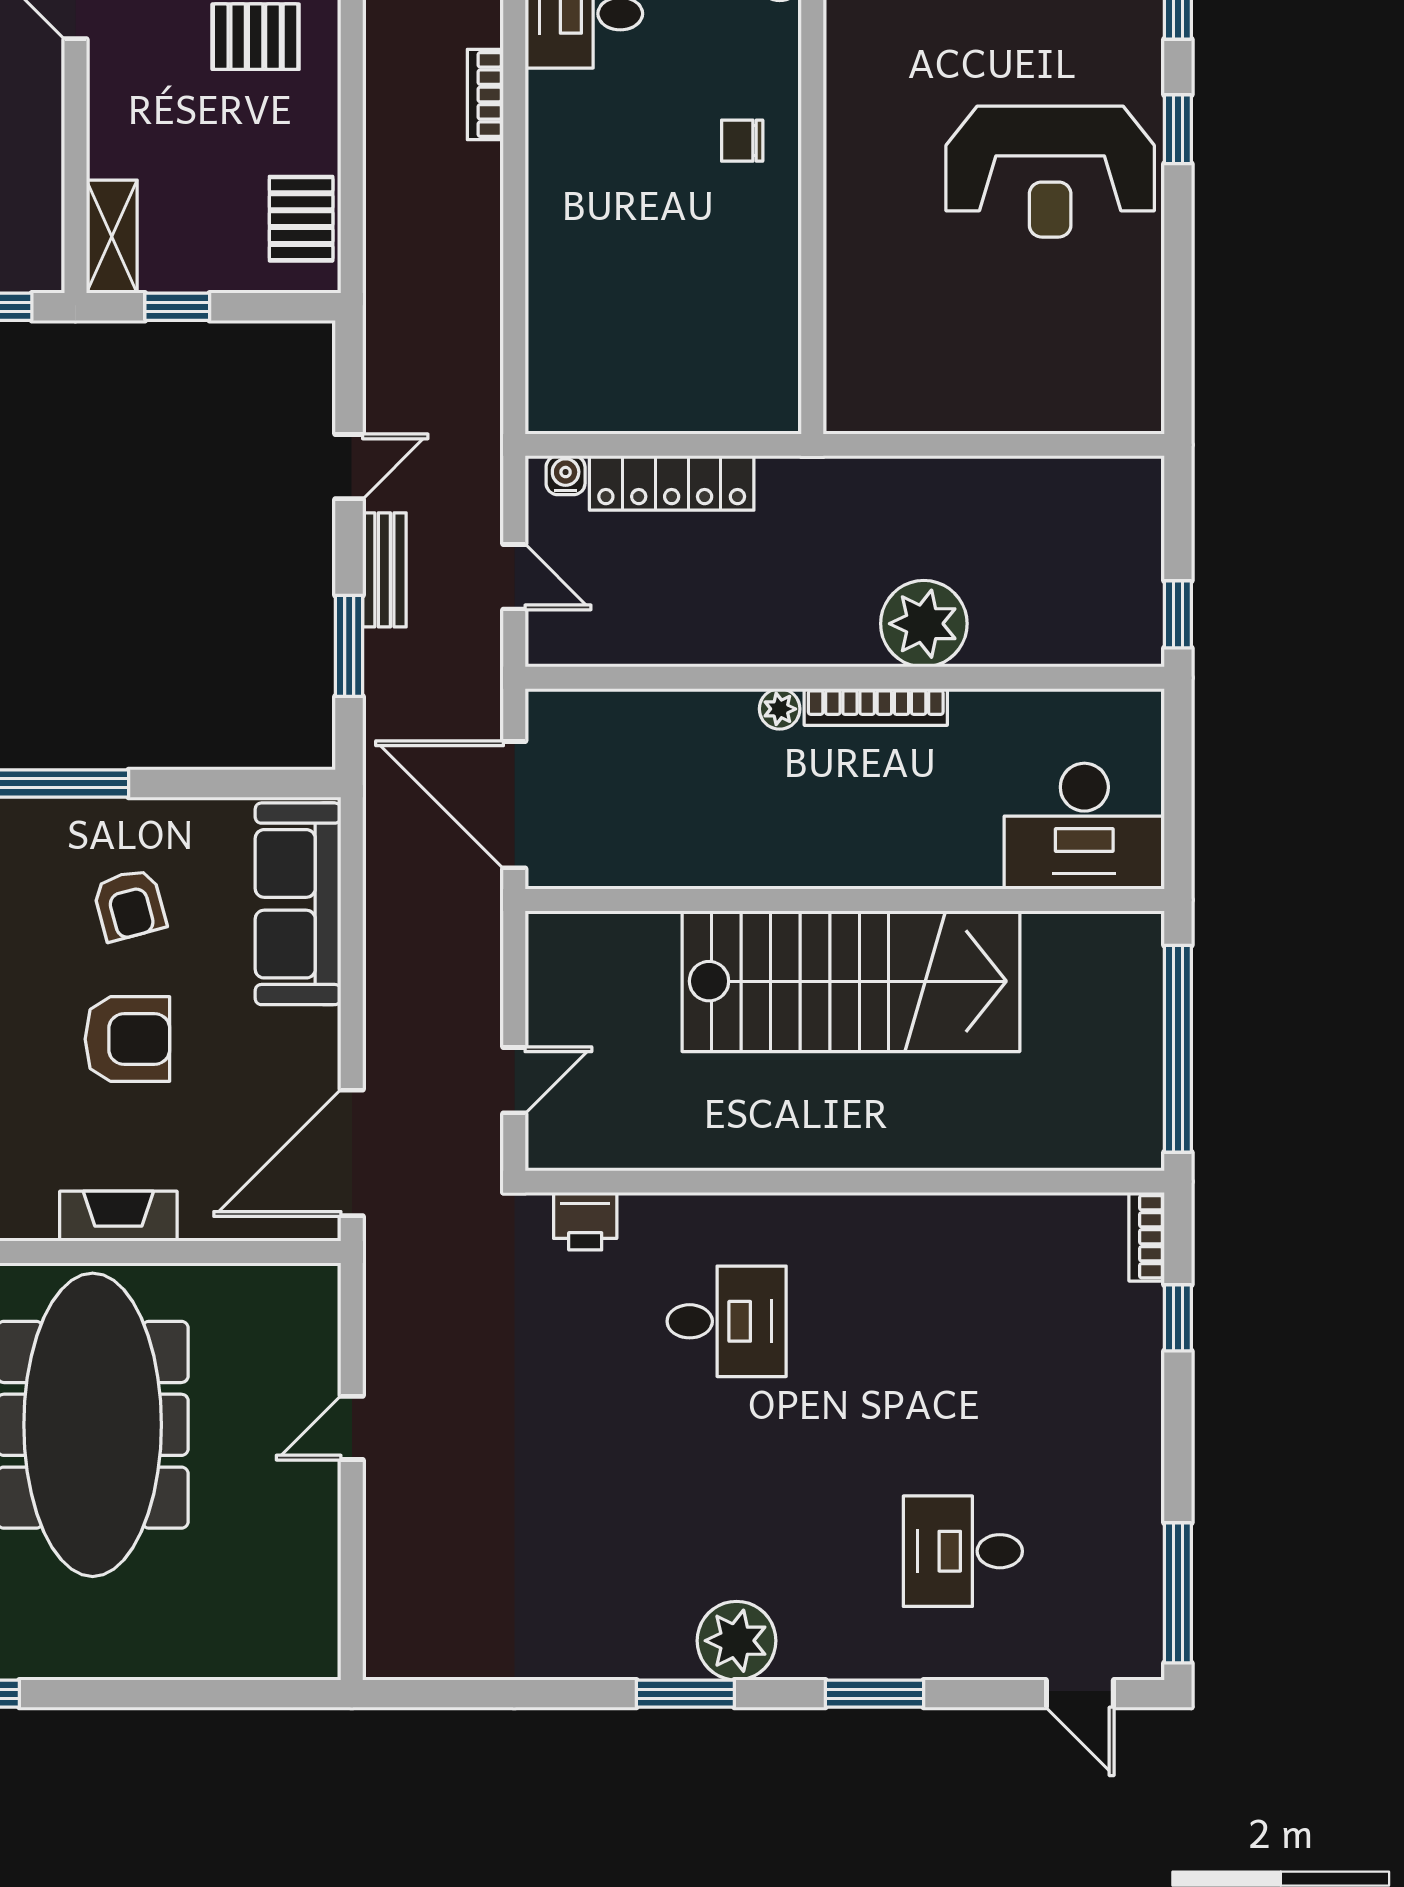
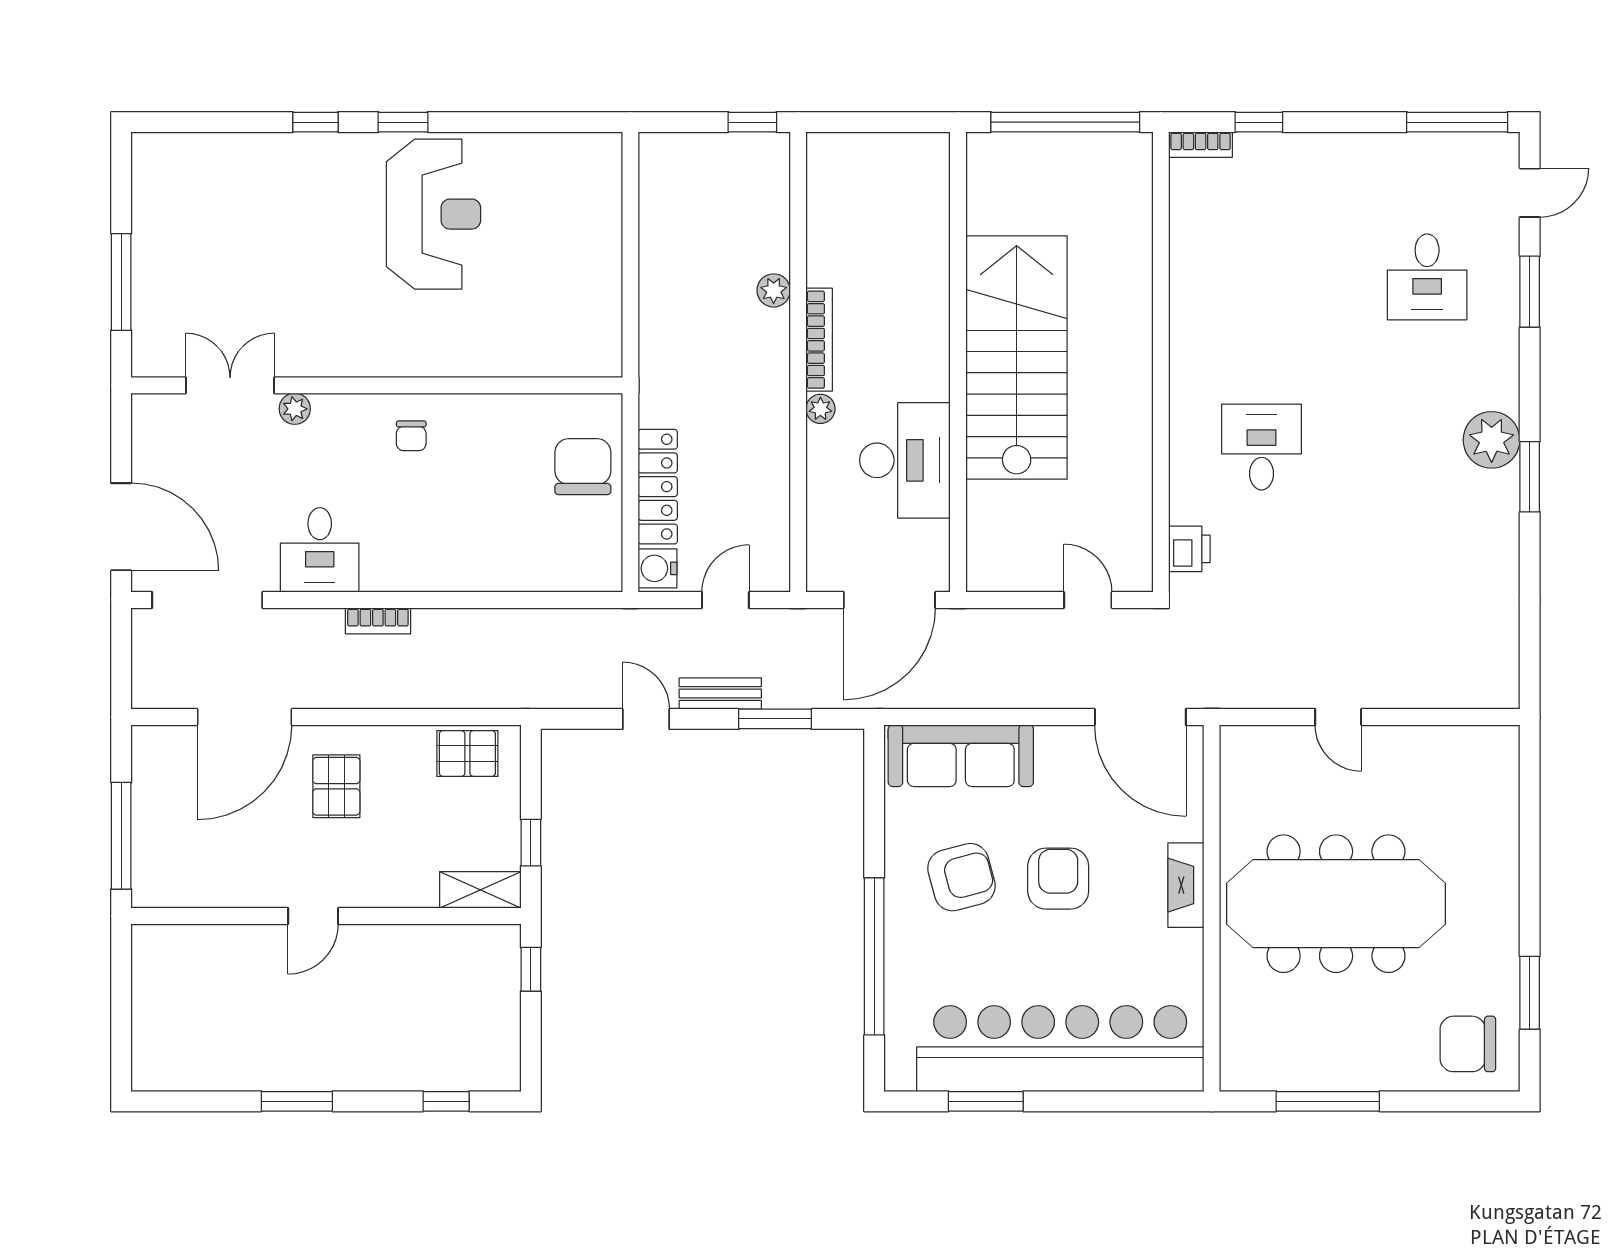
chair: (699, 379) -> (583, 467), added
water cooler: (566, 475) -> (658, 568), width x1.38, depth x1.38
plant: (924, 624) -> (774, 290), width x0.53, depth x0.53
desk: (1084, 826) -> (905, 460), moved
armchair: (129, 905) -> (961, 877), width x1.38, depth x1.38
window: (875, 1694) -> (1530, 292), moved

